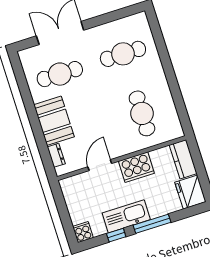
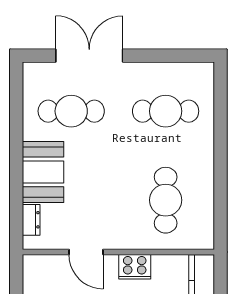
door: (100, 165) -> (86, 252), swing flipped
cooker: (136, 167) -> (135, 267), width x0.73, depth x0.76

